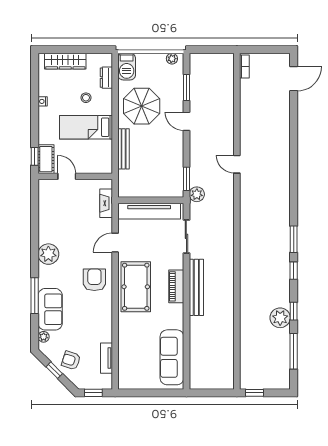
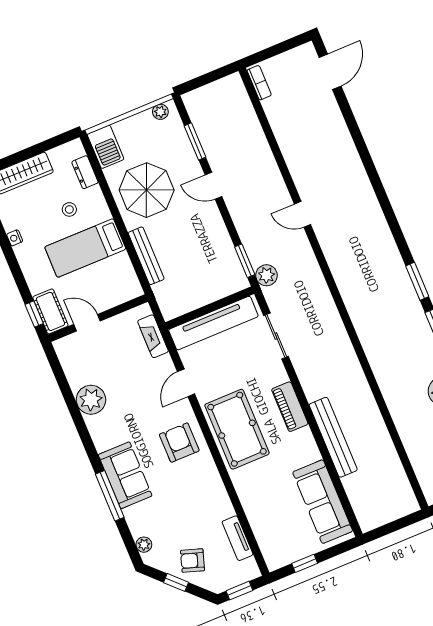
plant: (48, 254) -> (91, 400), moved
bench: (196, 287) -> (333, 437), moved
sofa: (50, 309) -> (125, 475), moved
window: (143, 393) -> (305, 563), added

